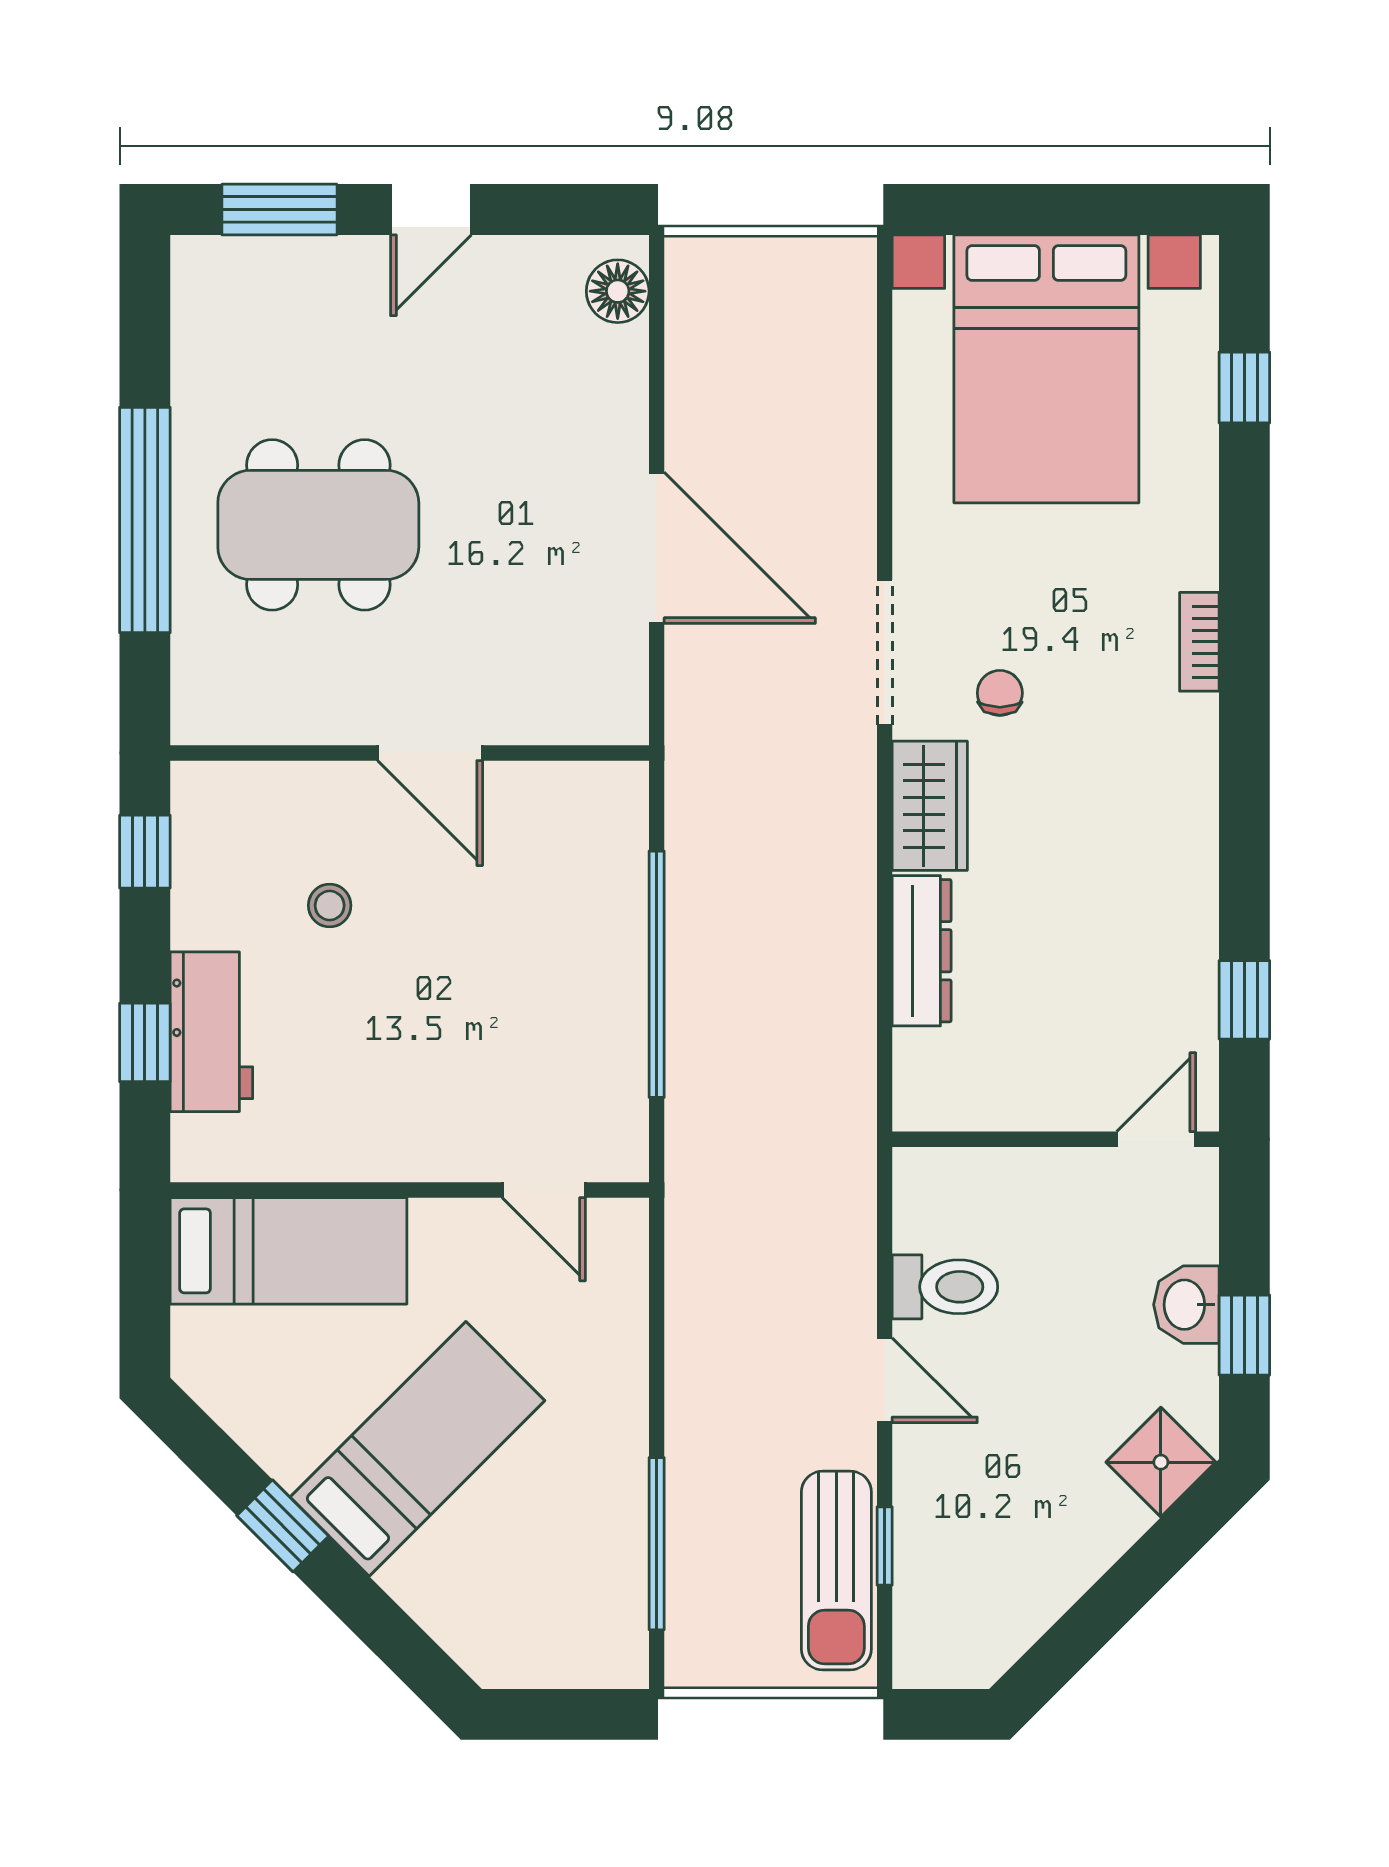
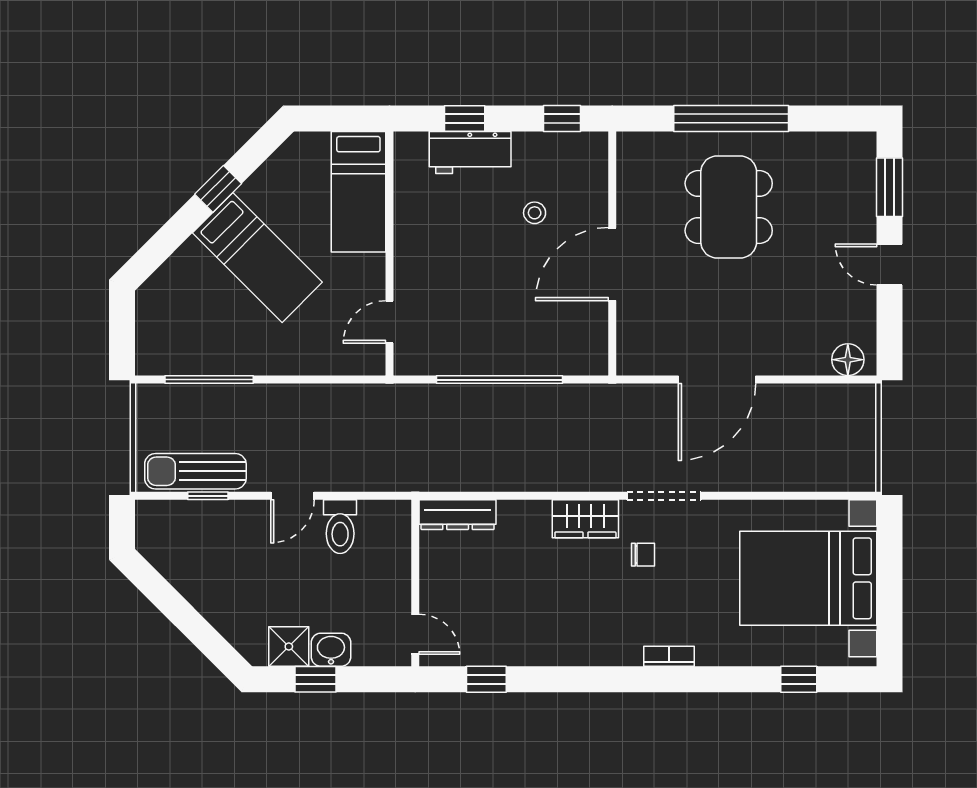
door: (430, 753) -> (612, 264), width x1.36
dresser: (922, 951) -> (458, 515), moved
shower: (1161, 1462) -> (289, 647), moved, turned 45

